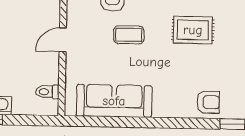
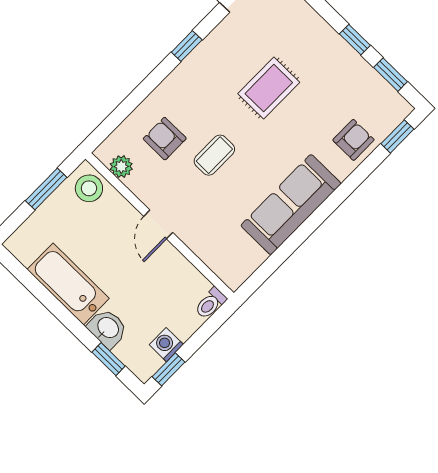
toilet: (47, 92) -> (211, 303), moved
sofa: (114, 101) -> (291, 205), moved

